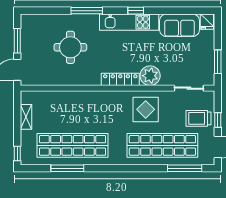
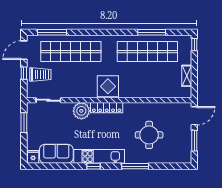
display table: (146, 109) -> (108, 86), moved

